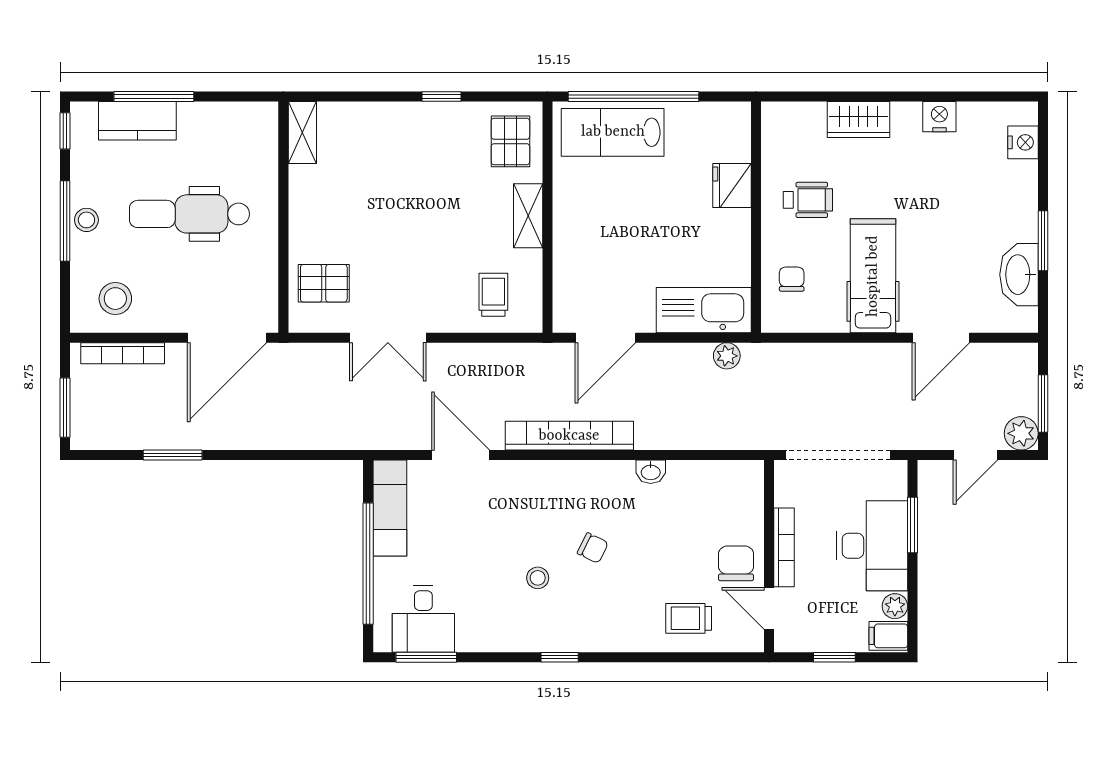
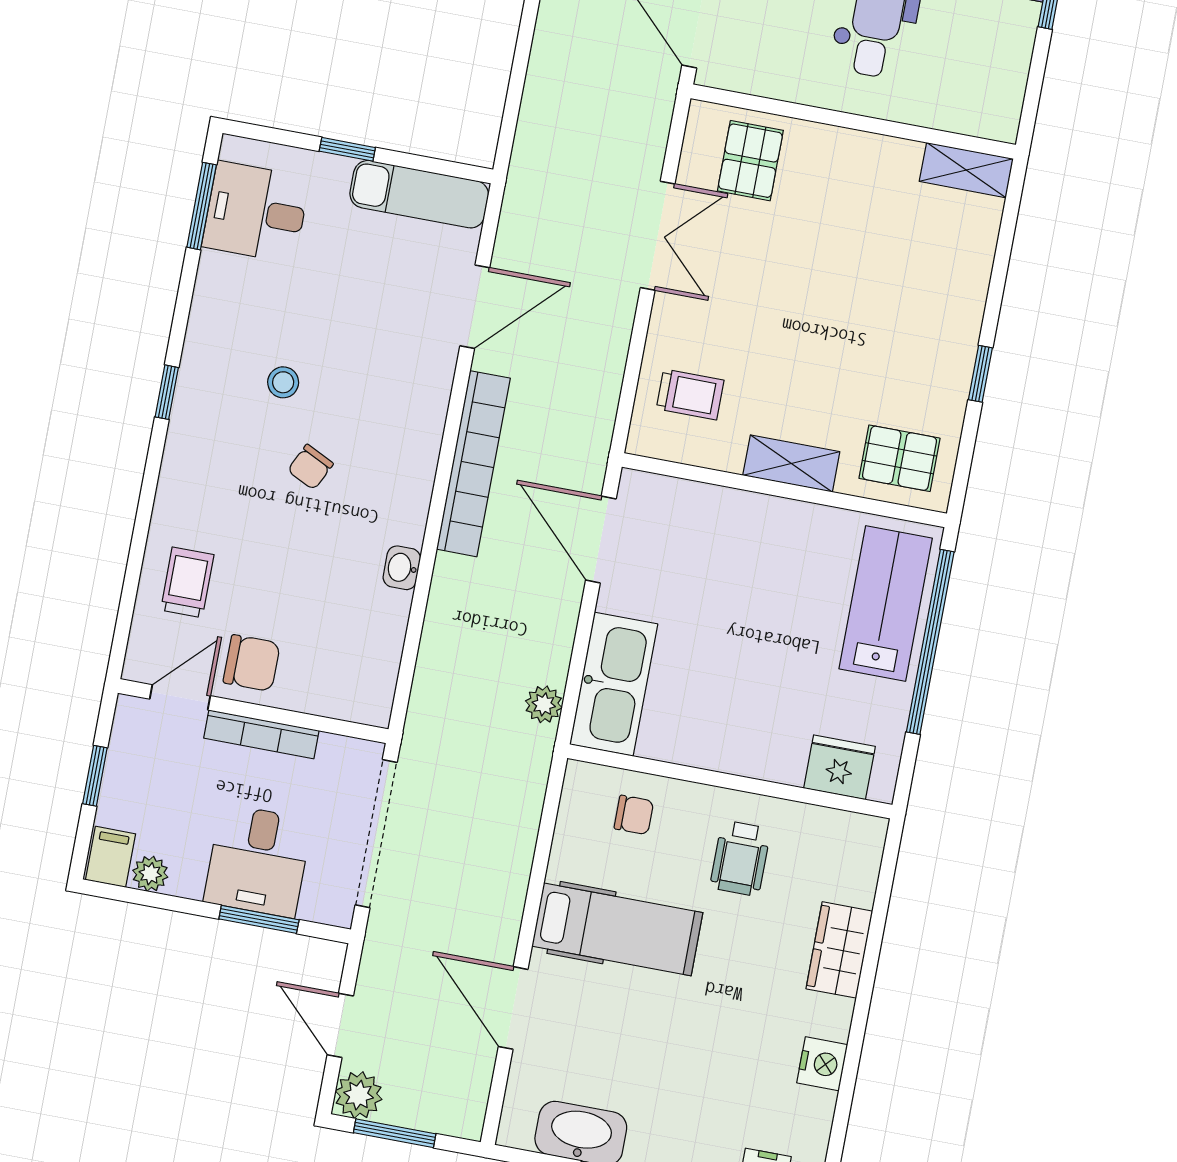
fridge: (732, 185) -> (840, 767), moved
double door: (388, 338) -> (658, 236), swing flipped
desk: (872, 546) -> (258, 861), width x0.73
window: (368, 564) -> (347, 149), width x0.32

